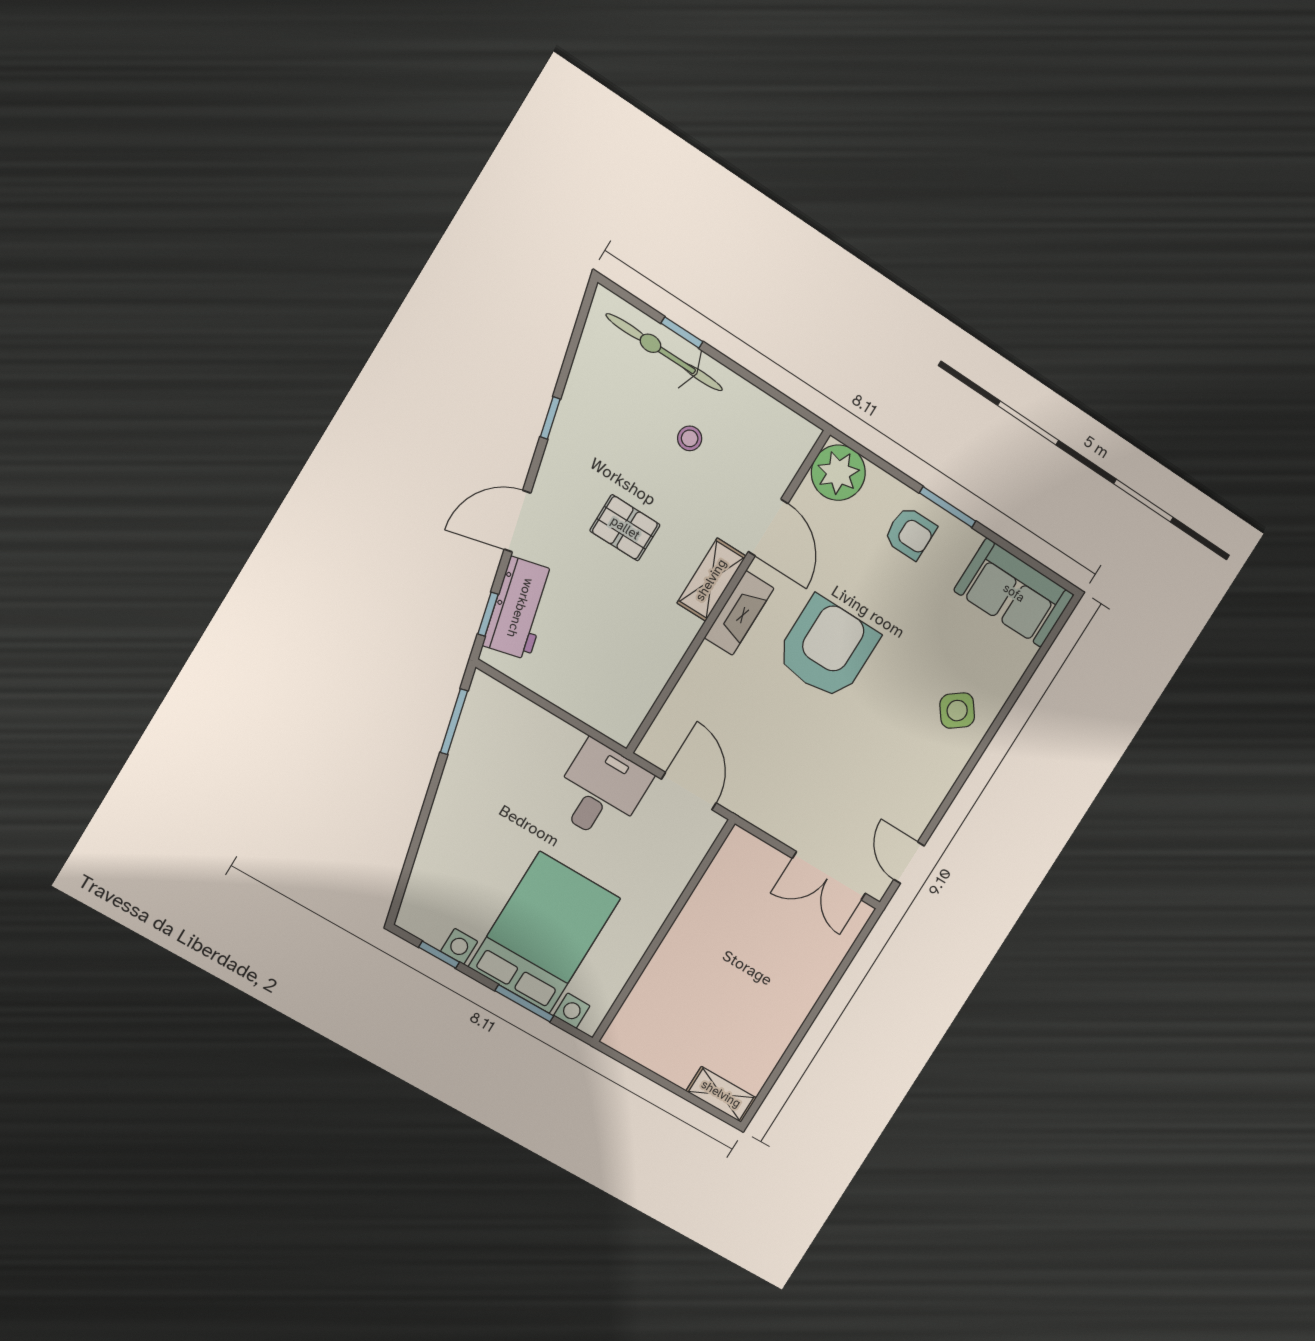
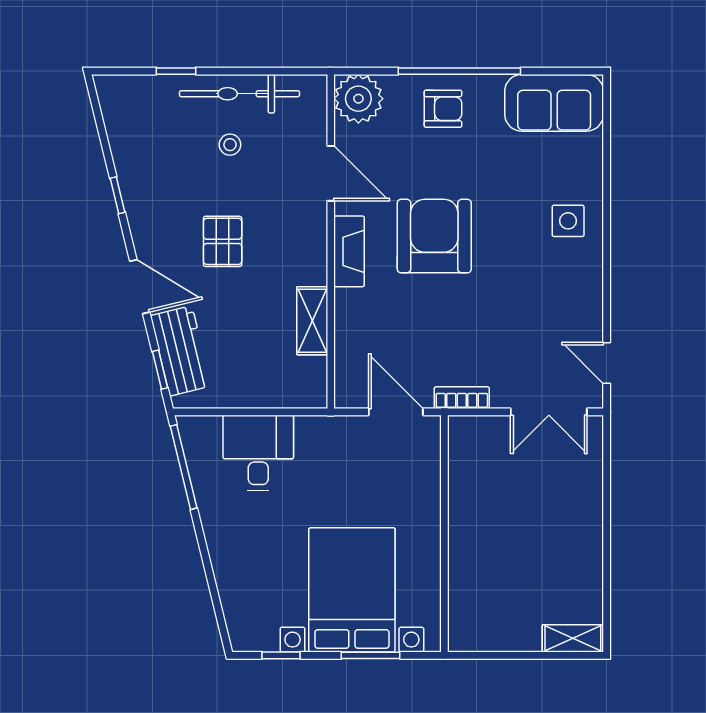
bicycle: (664, 352) -> (240, 94), moved
window: (948, 507) -> (459, 71), width x2.11
door: (517, 521) -> (140, 287), swing flipped
pallet: (625, 528) -> (223, 241), turned 90
shelving: (711, 580) -> (312, 321), moved
side table: (957, 711) -> (568, 221), turned 37
window: (454, 722) -> (184, 467), width x1.44
desk: (601, 791) -> (258, 453), moved
bookcase: (758, 815) -> (462, 398), added

